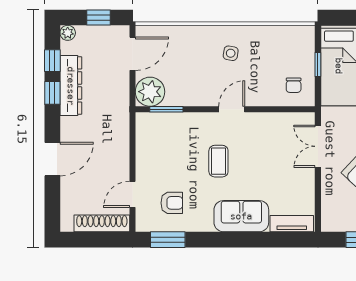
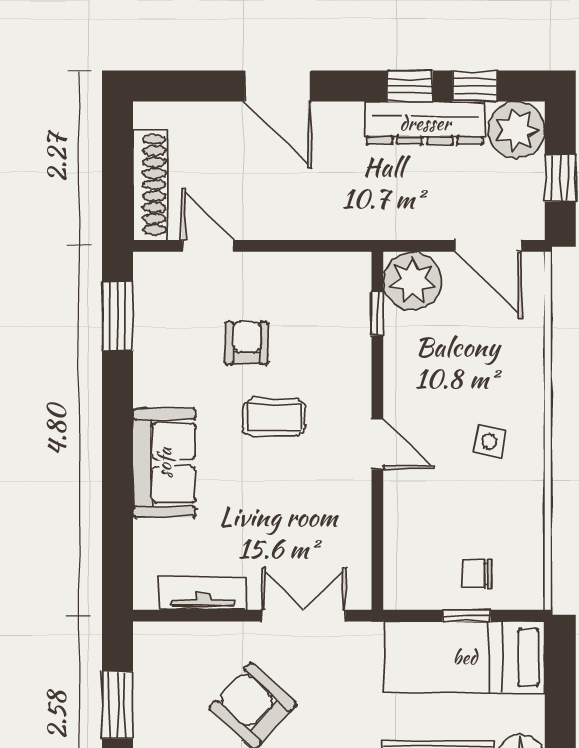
plant: (68, 33) -> (516, 130), width x1.87, depth x1.87
chair: (294, 85) -> (477, 574), moved
window: (166, 109) -> (377, 313), width x0.67
armchair: (172, 203) -> (247, 343), moved, turned 180
tv unit: (292, 224) -> (203, 593), moved, turned -90

